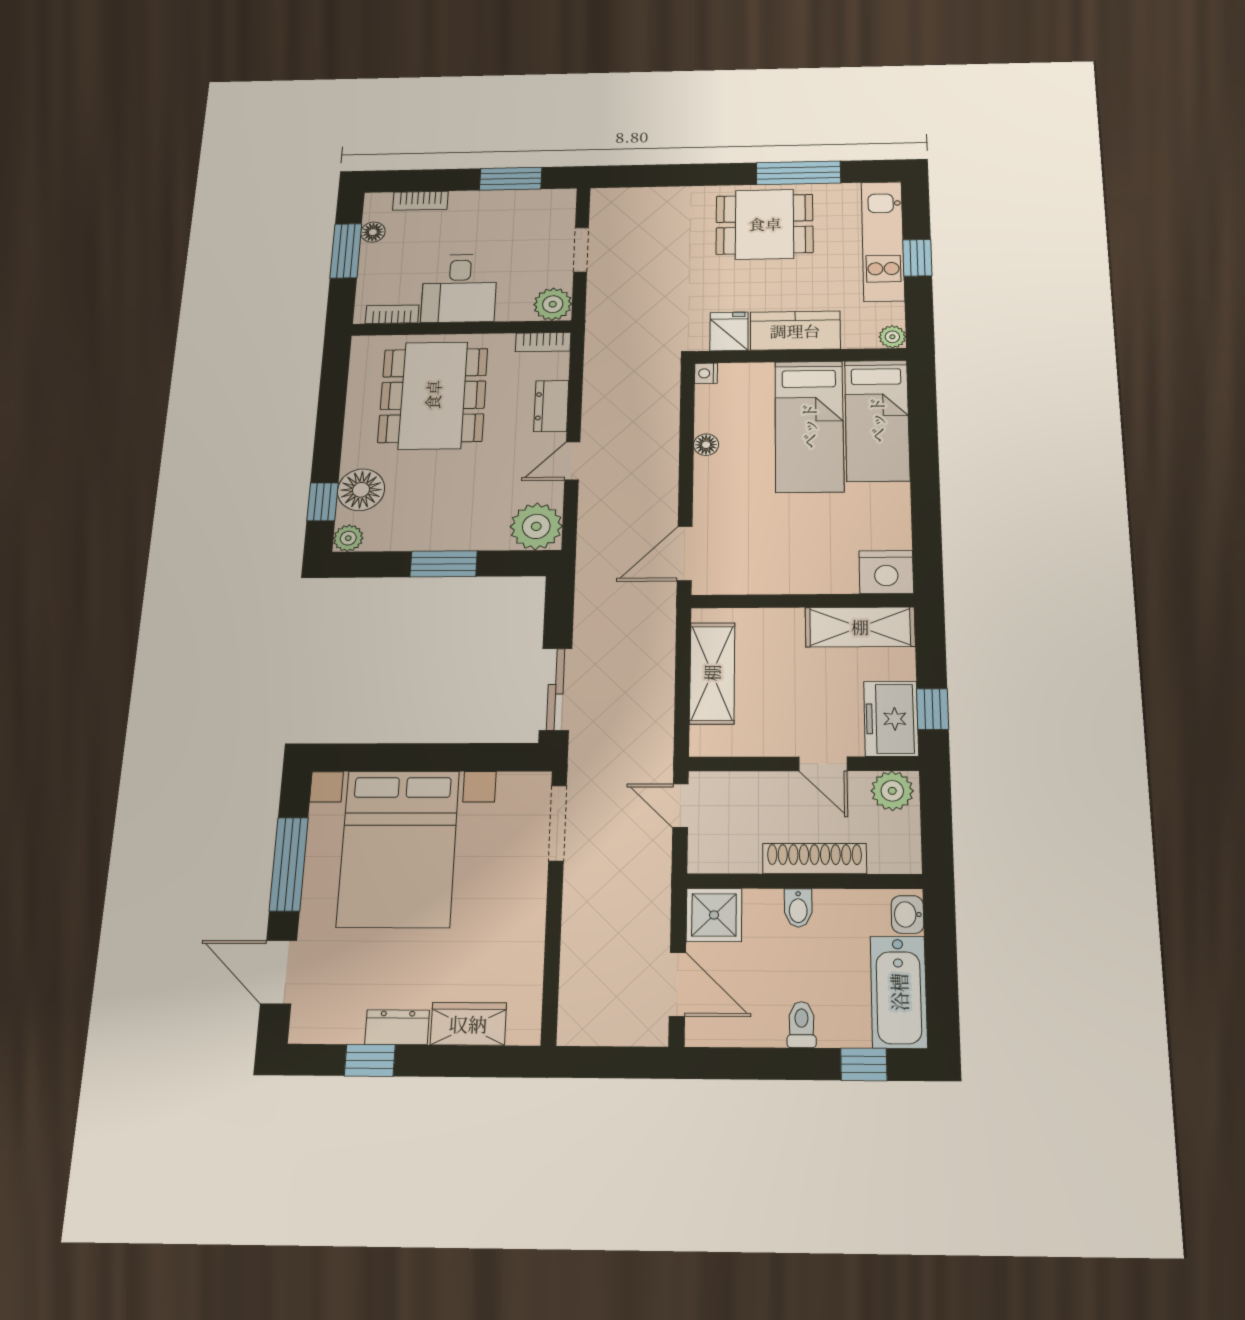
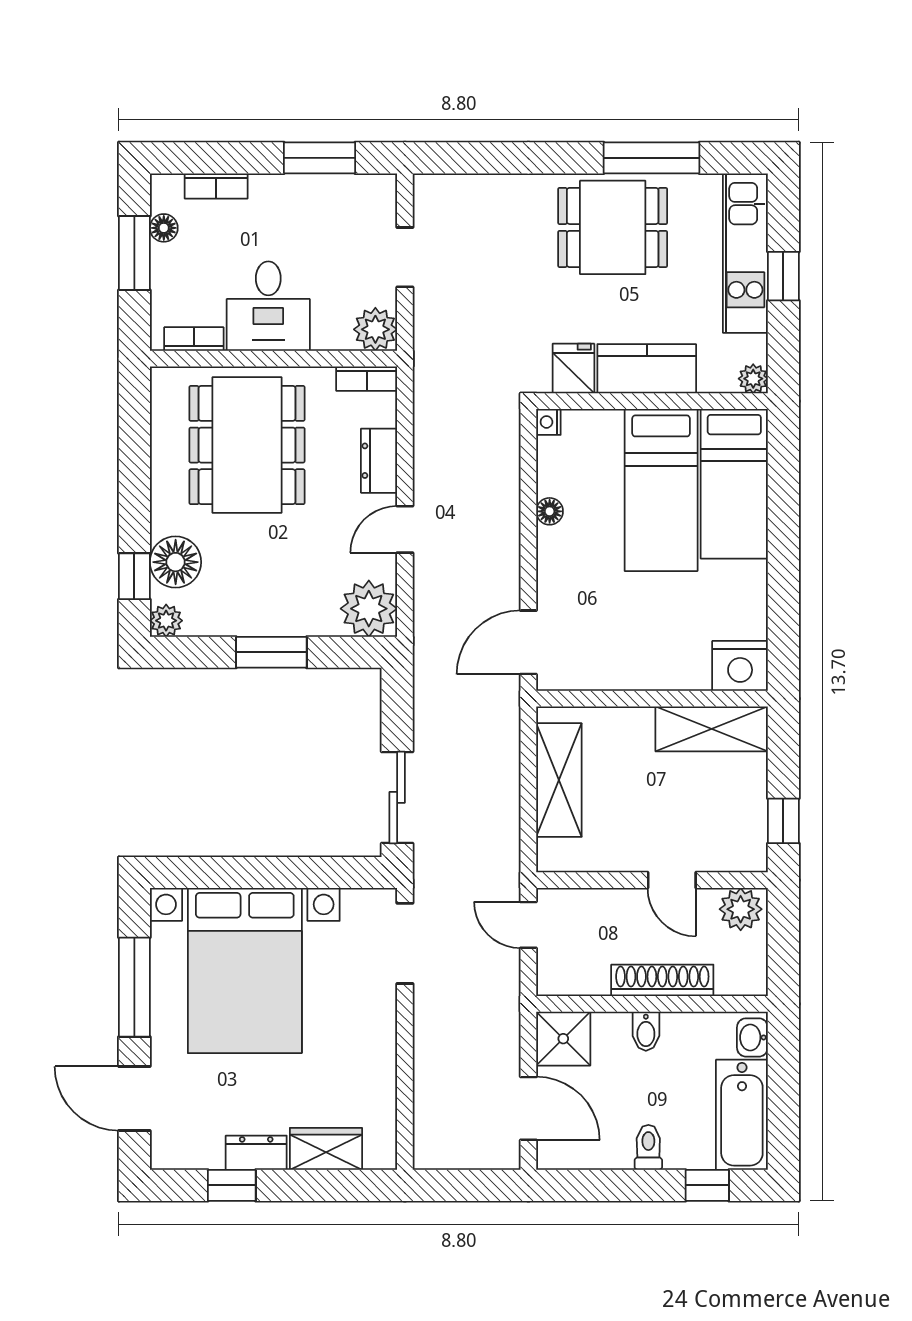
freezer: (891, 719) -> (741, 831), removed

